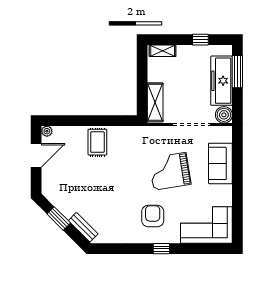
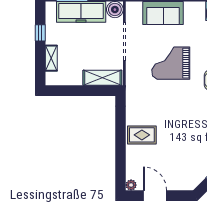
shelving: (163, 51) -> (51, 58), moved
grand piano: (170, 171) -> (171, 63), turned 99

